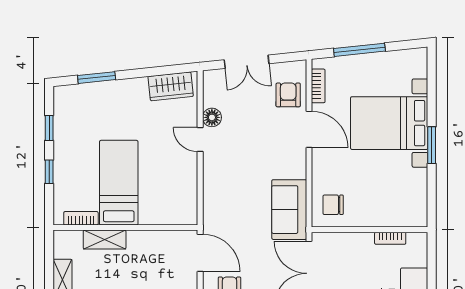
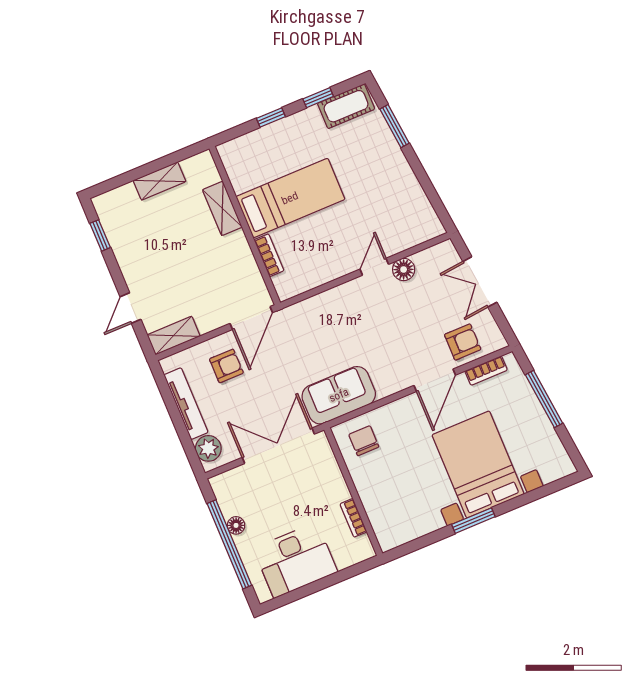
wardrobe: (171, 86) -> (419, 211), removed
cot: (65, 109) -> (346, 106), added
bookcase: (81, 218) -> (269, 255), moved

